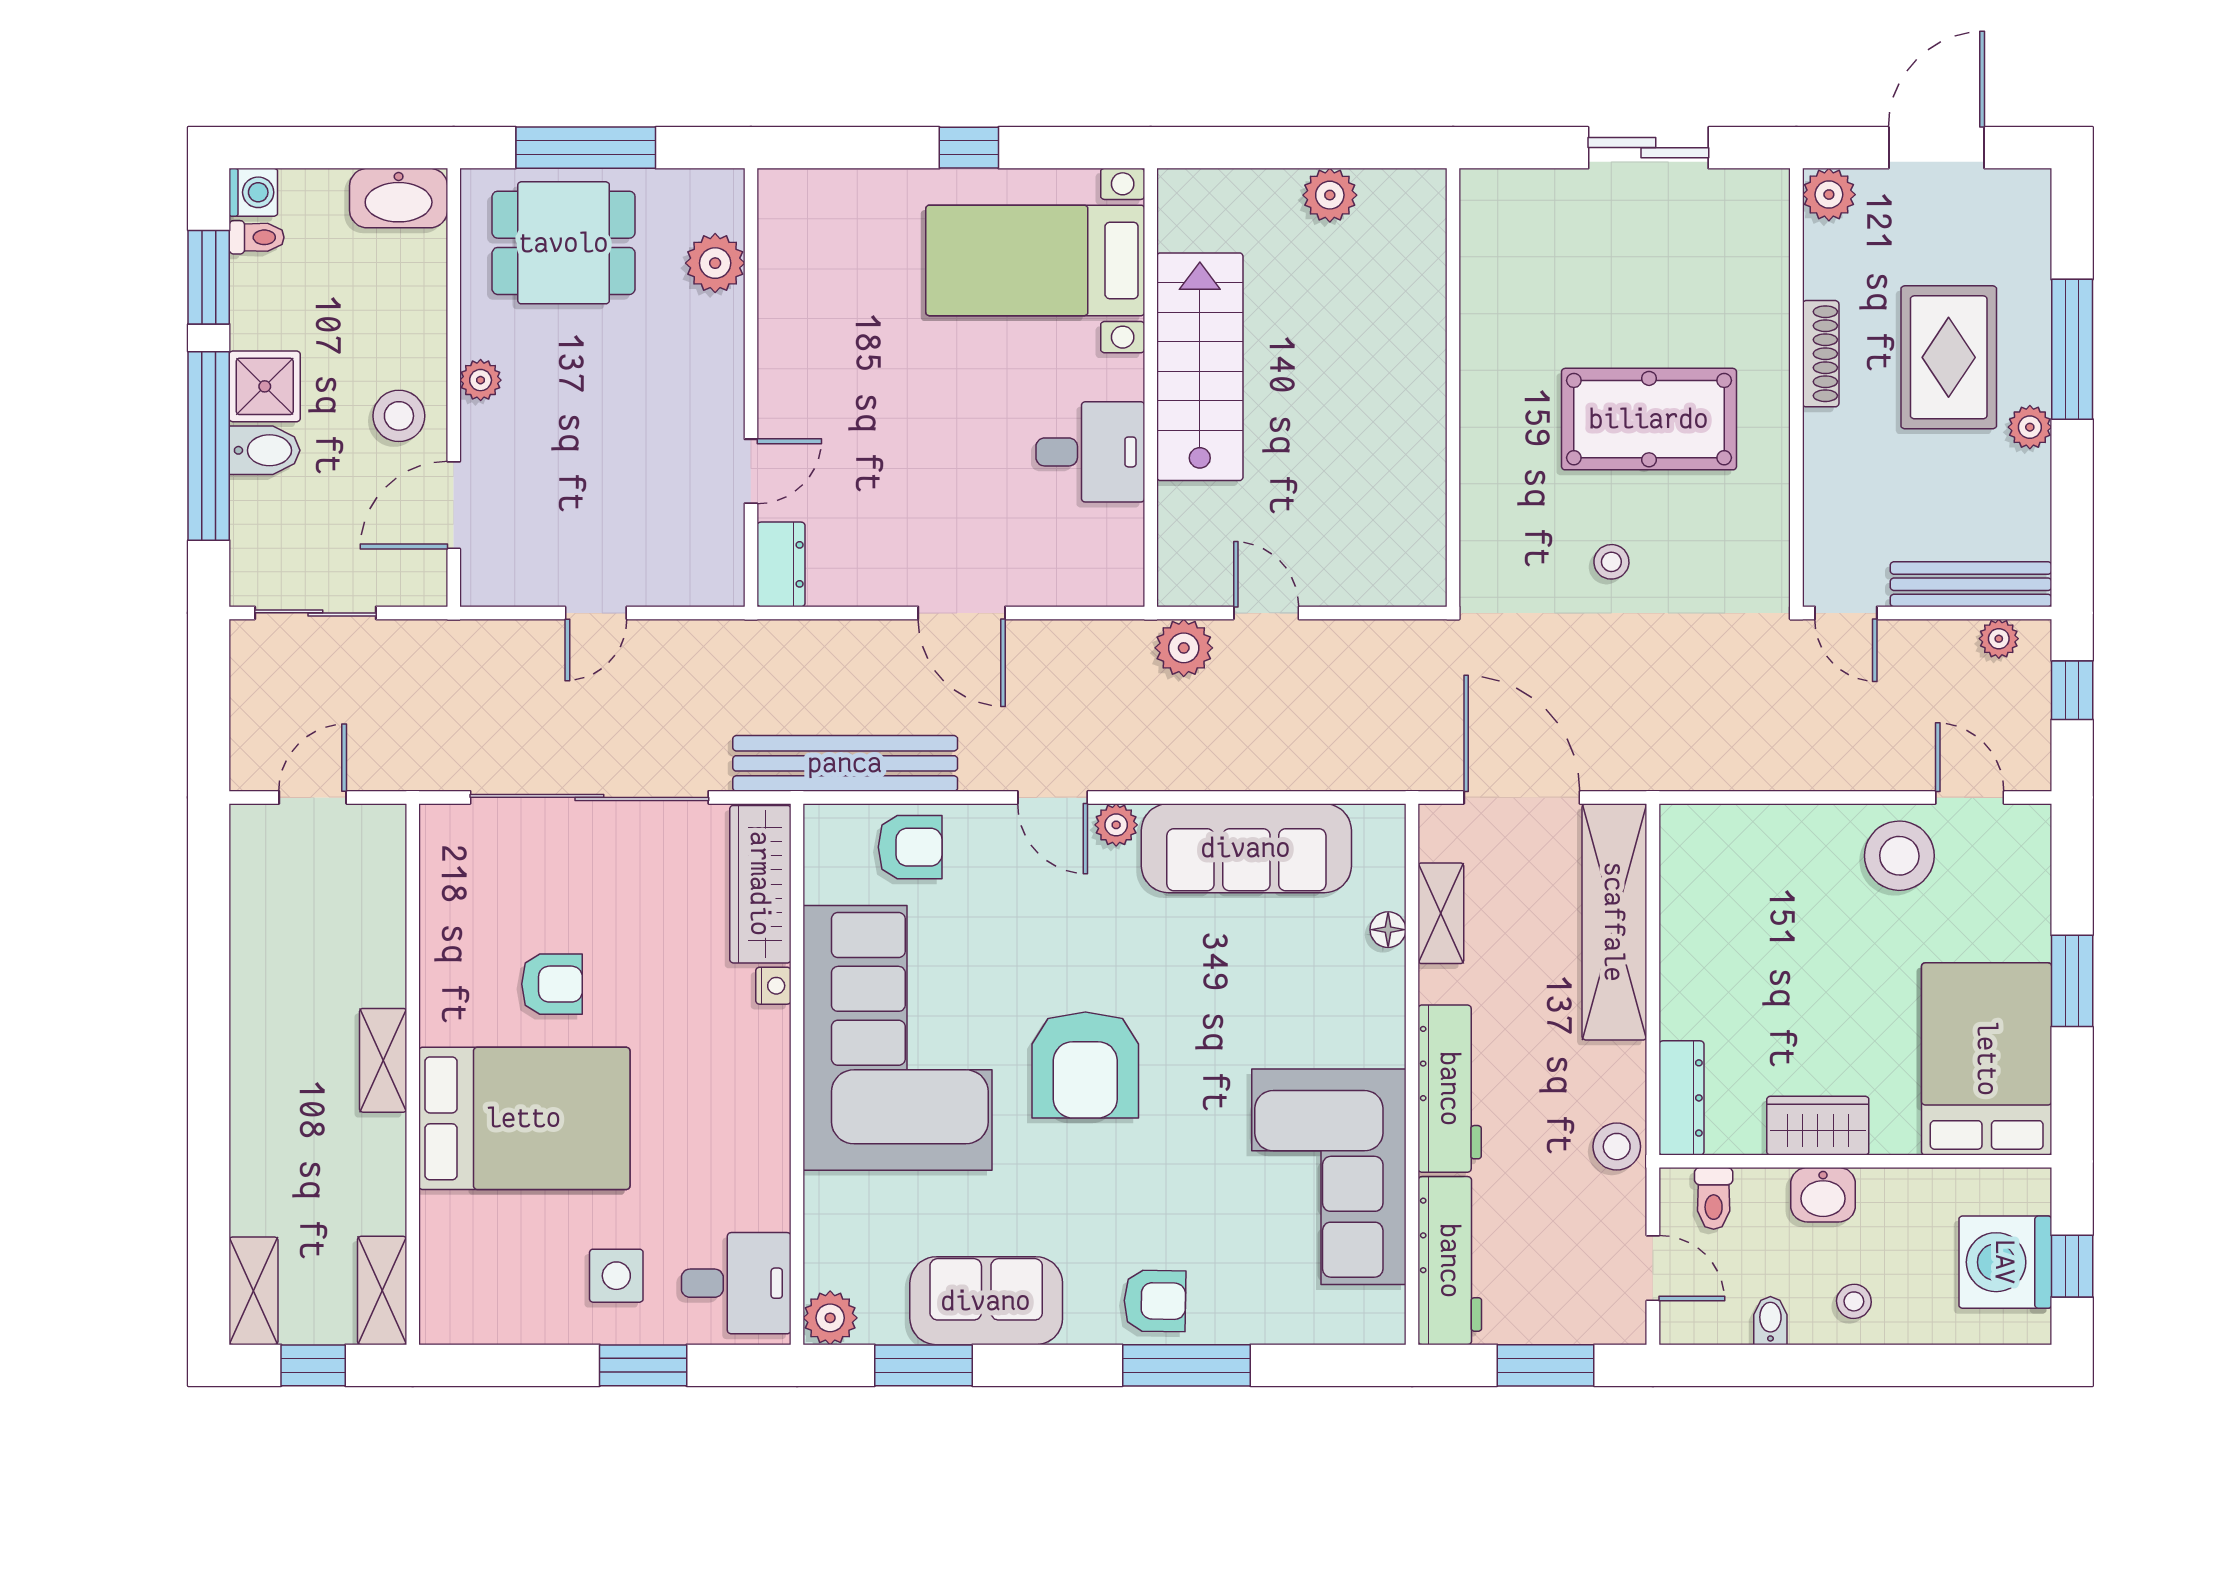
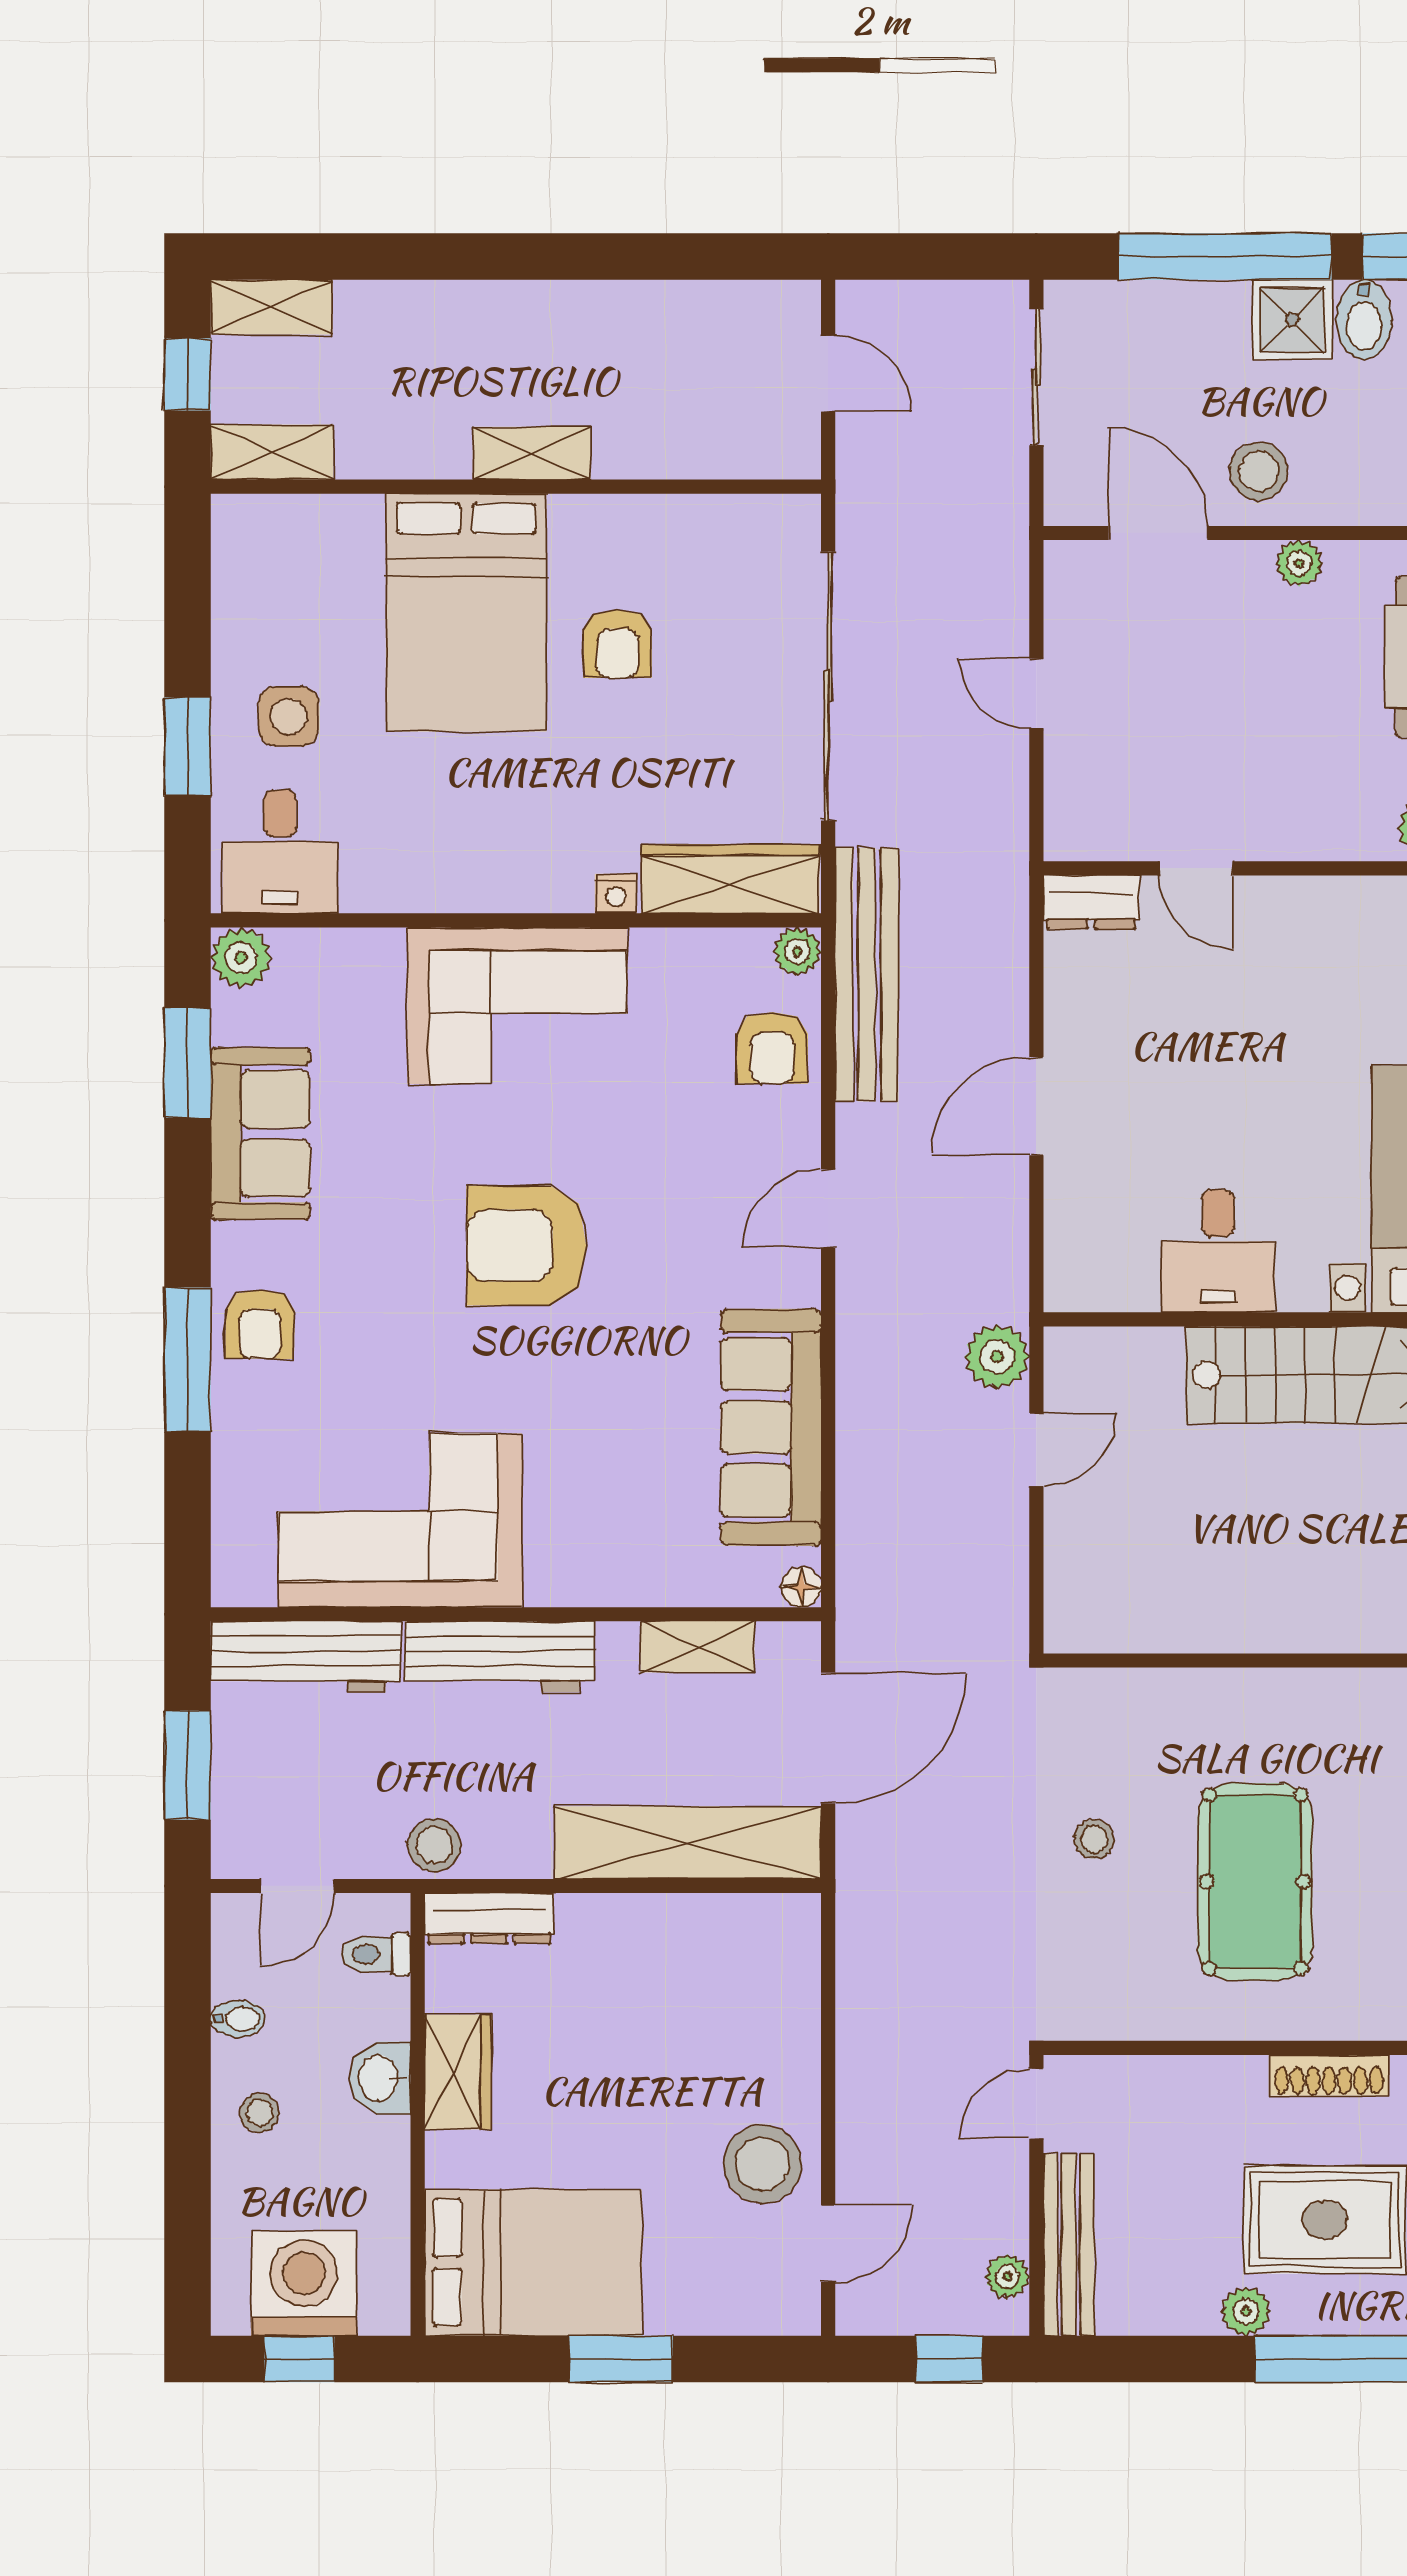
bidet: (265, 450) -> (1364, 319), moved
plant: (1116, 825) -> (797, 951), moved
floor lamp: (1388, 930) -> (801, 1587), moved
corner sofa: (898, 1038) -> (517, 1006), width x0.73, depth x0.74

